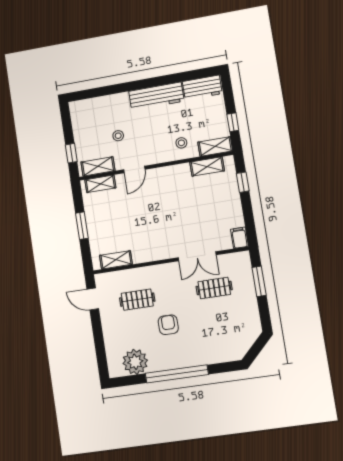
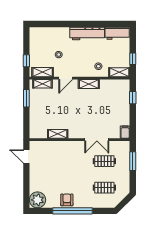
shelving: (207, 166) -> (89, 84), moved
window: (82, 226) -> (26, 98), moved
shelving: (116, 260) -> (58, 134), moved
clothes rail: (137, 300) -> (104, 188), moved
armchair: (168, 325) -> (67, 200), moved
plant: (135, 362) -> (37, 200), moved

